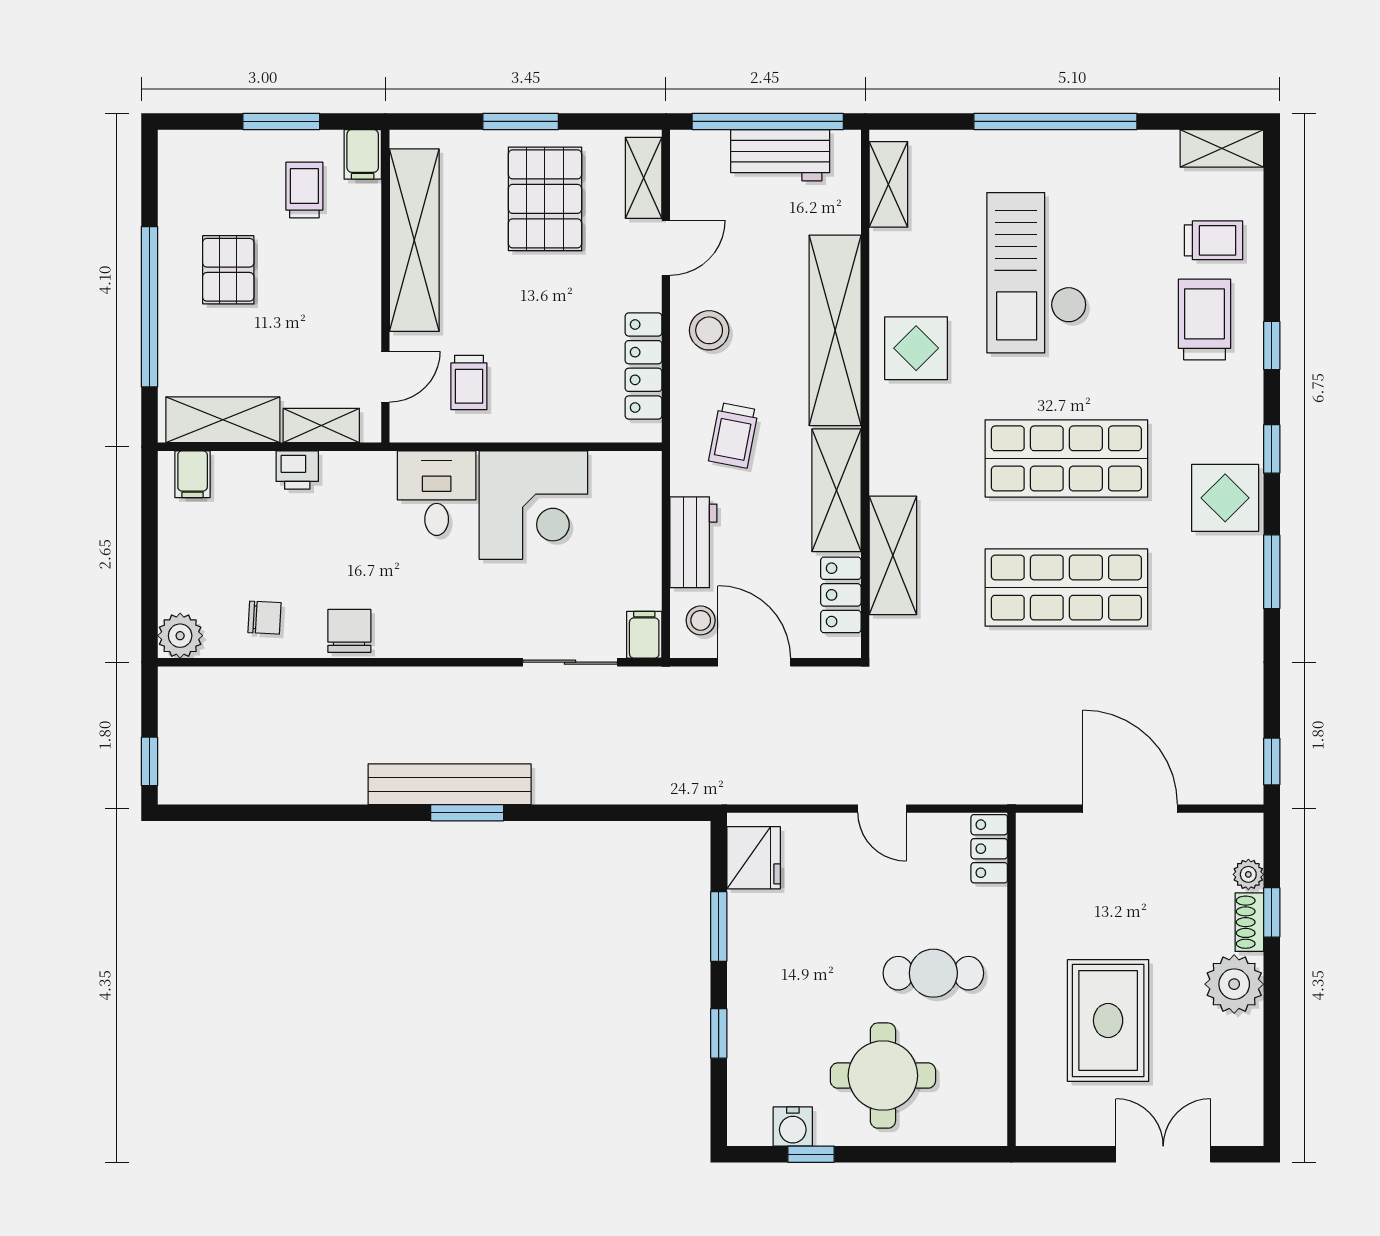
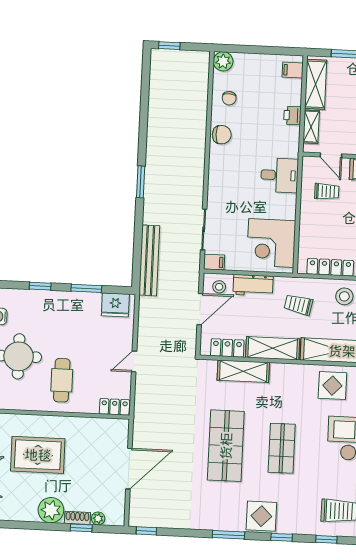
trolley: (469, 382) -> (327, 191), turned 180
shop shelf: (1066, 458) -> (282, 448), width x0.70, depth x0.74
corner desk: (533, 505) -> (271, 243), moved
bench: (450, 784) -> (149, 260), moved

